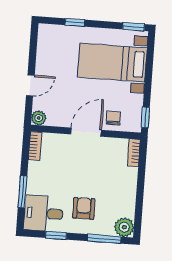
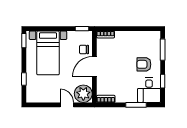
plant: (39, 118) -> (83, 94), width x1.87, depth x1.87
door: (86, 132) -> (94, 67), hinge flipped
plant: (124, 227) -> (154, 37), removed

